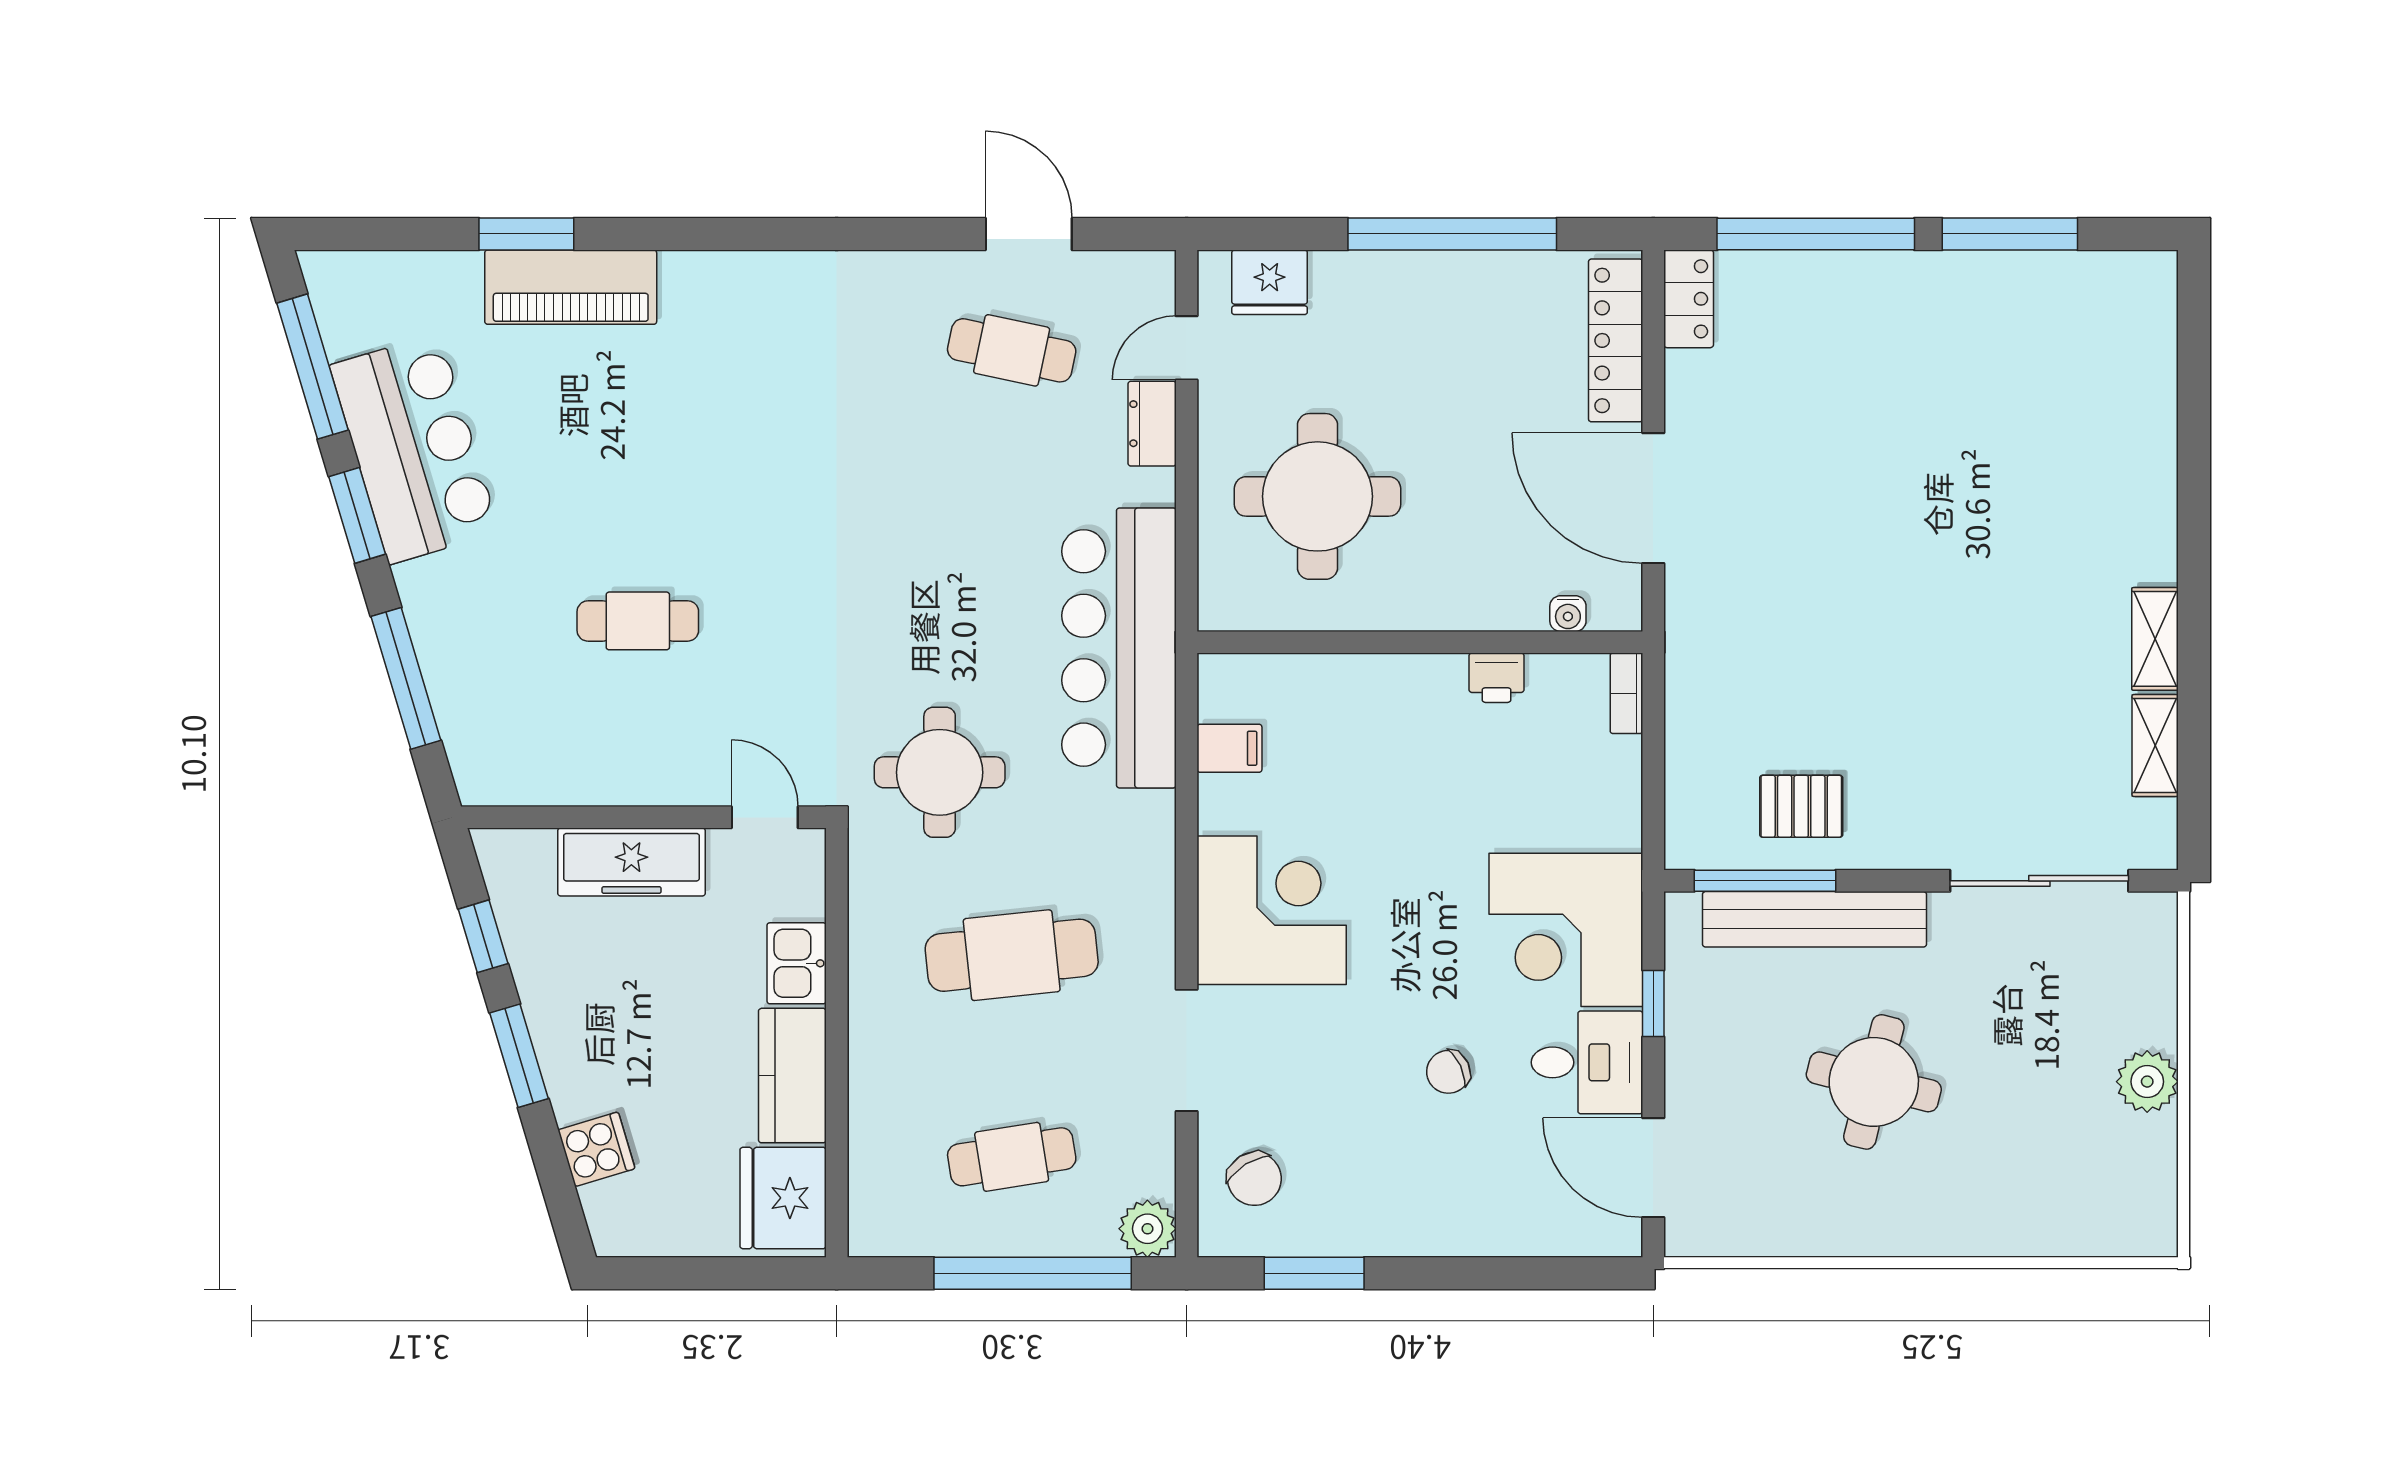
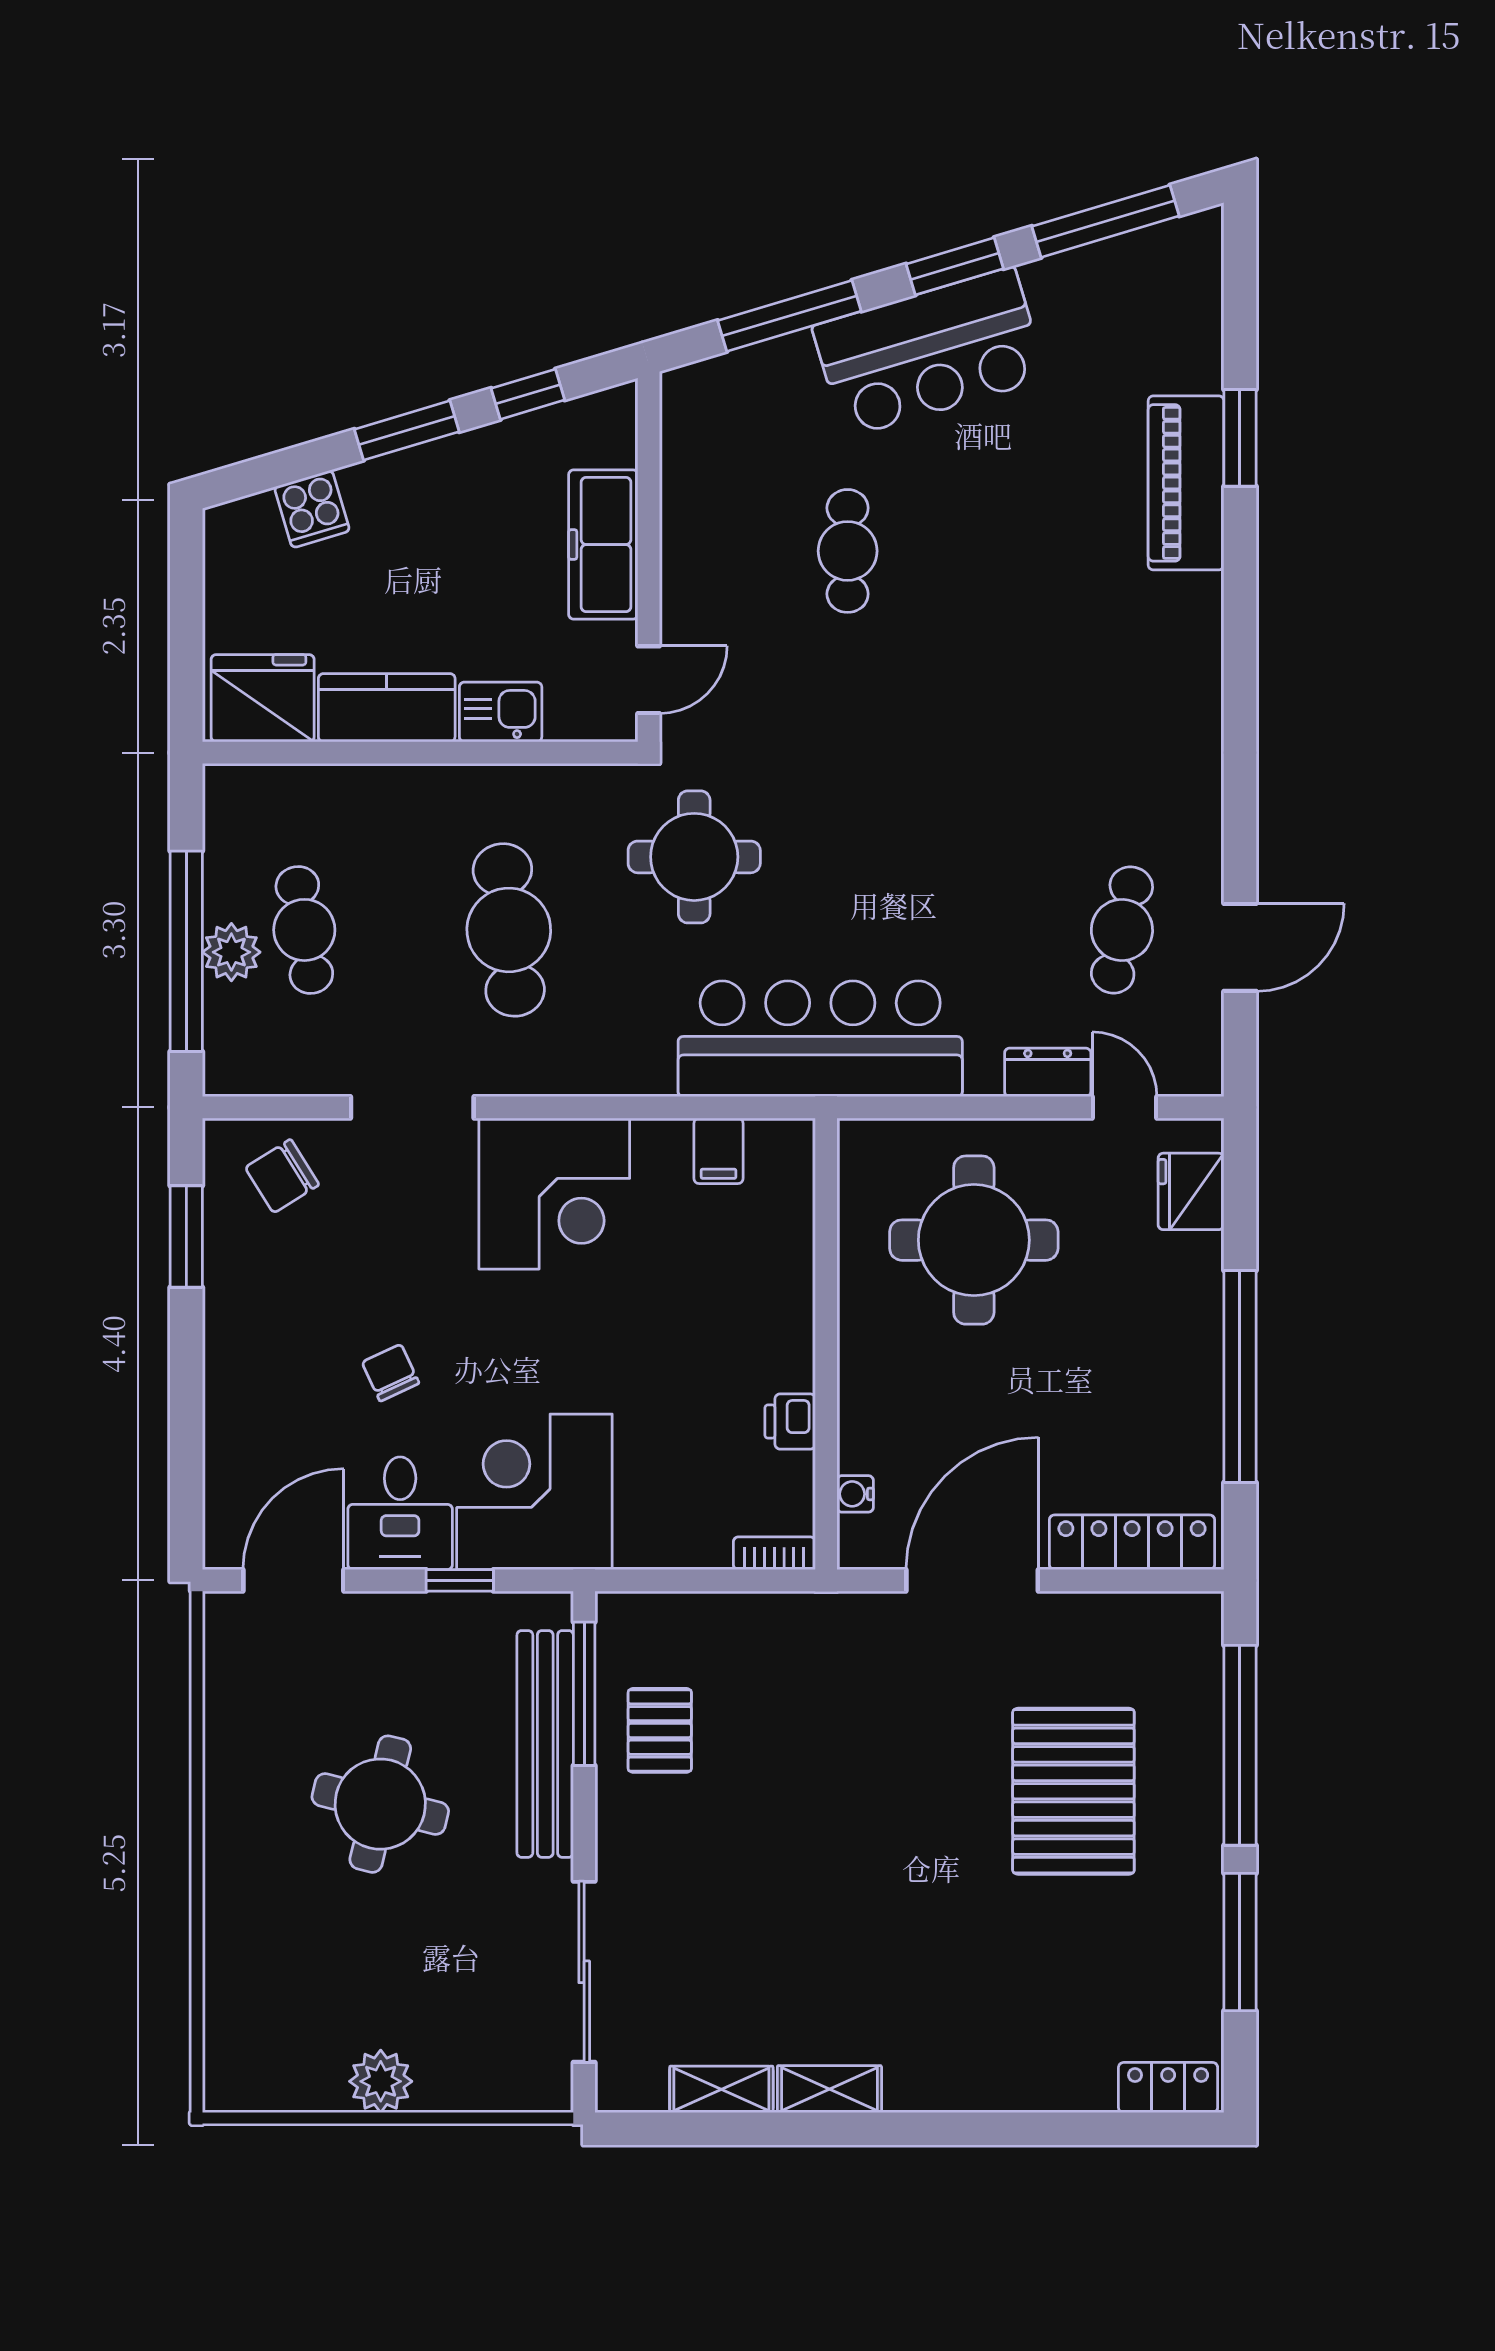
locker: (1689, 299) -> (1168, 2088), moved, turned 180
pallet: (1861, 398) -> (1073, 1791), added
bar counter: (414, 449) -> (929, 352), moved
plant: (1147, 1229) -> (231, 952), moved

